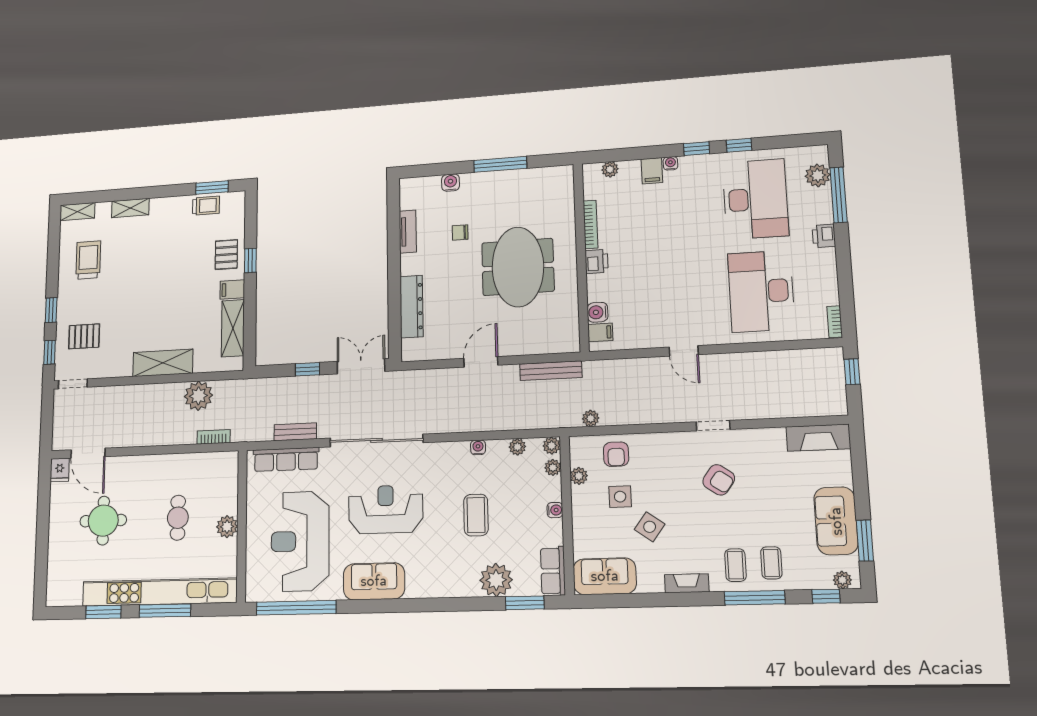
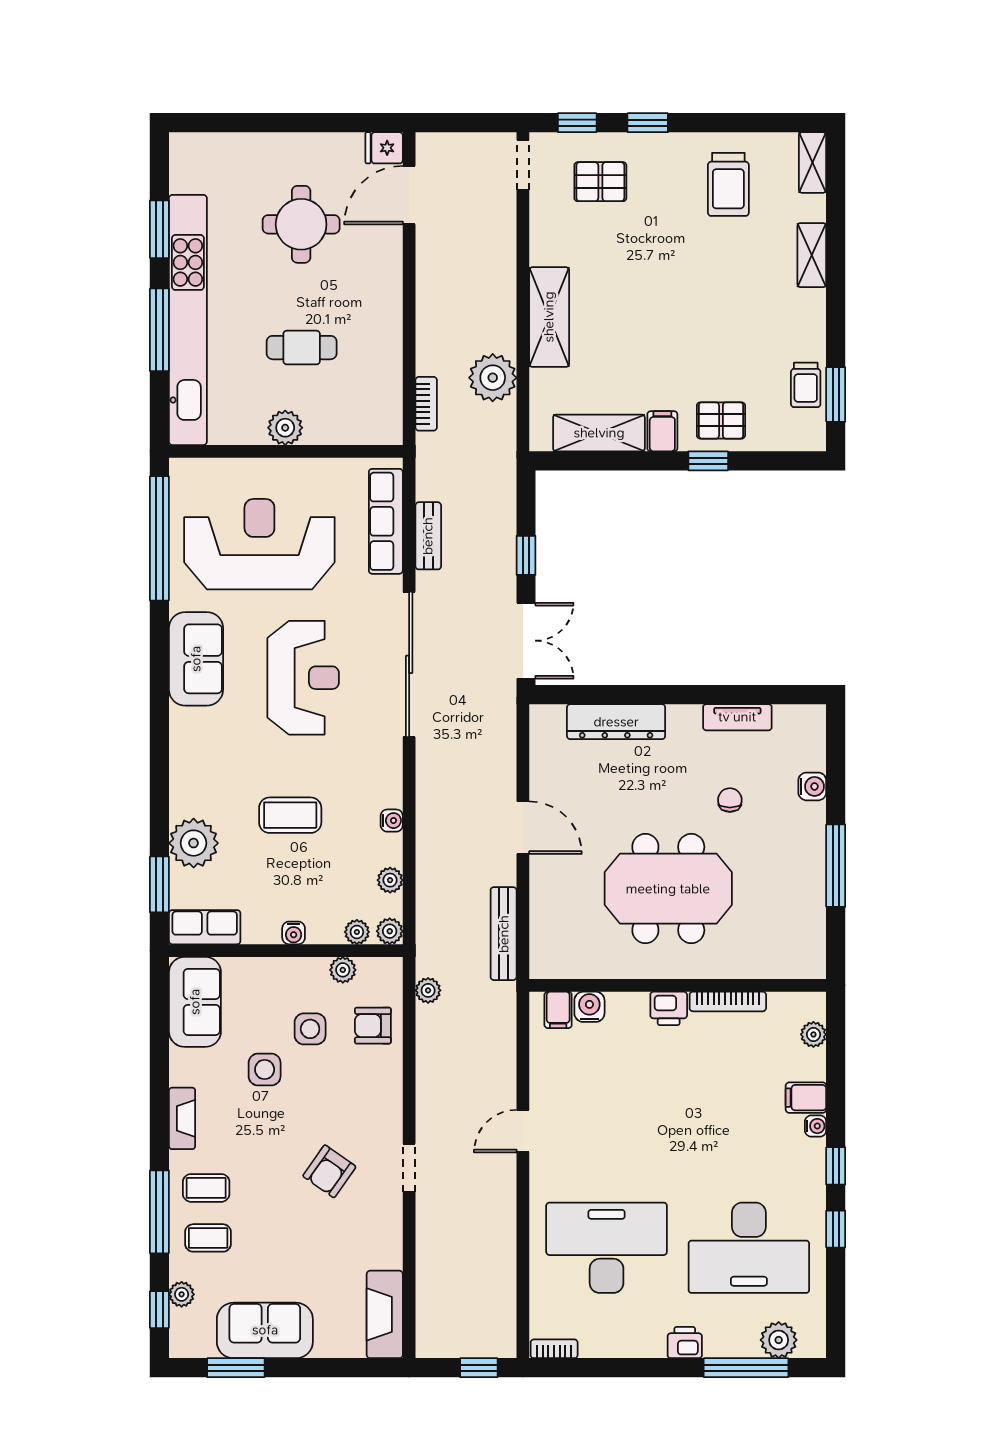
trolley: (88, 260) -> (728, 184), turned 90
pallet: (84, 336) -> (600, 182), turned 90
side table: (650, 527) -> (265, 1070), turned -36
plant: (842, 580) -> (182, 1294), moved

